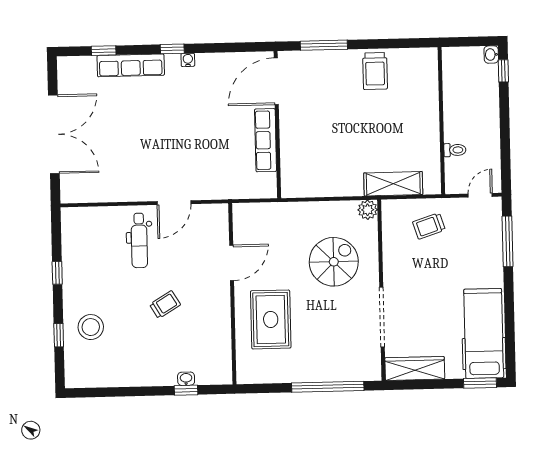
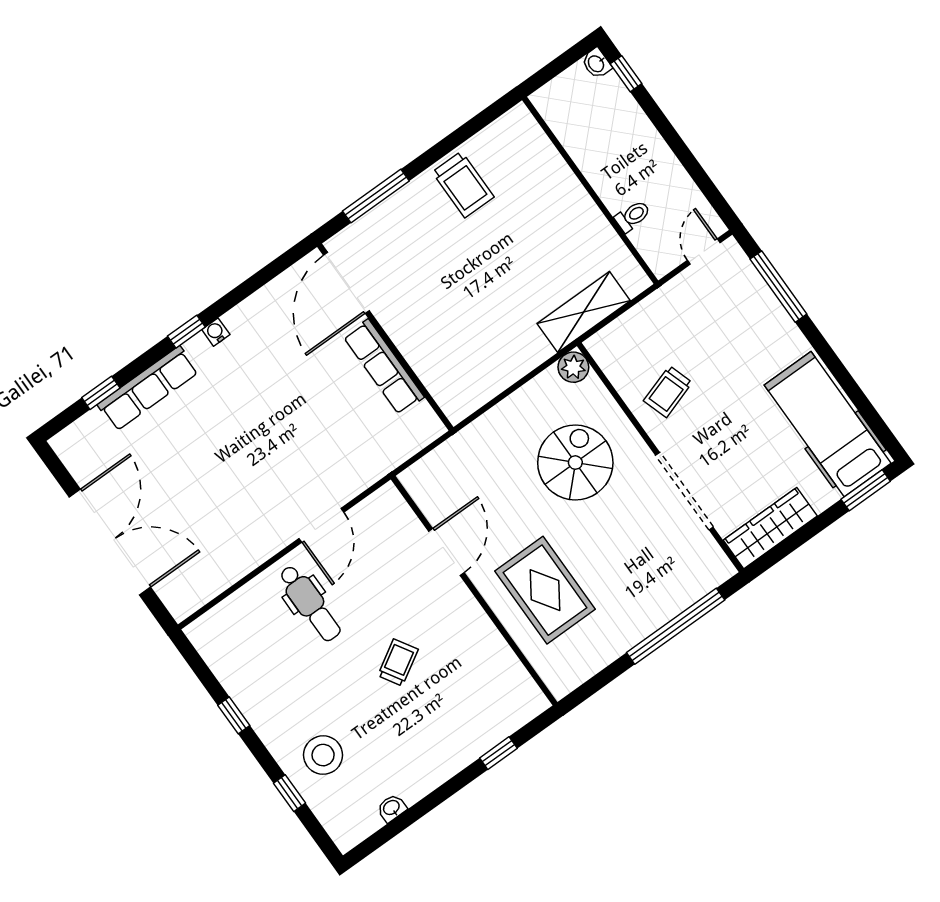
trolley: (429, 226) -> (668, 392), moved
washbasin: (186, 379) -> (392, 808), moved

